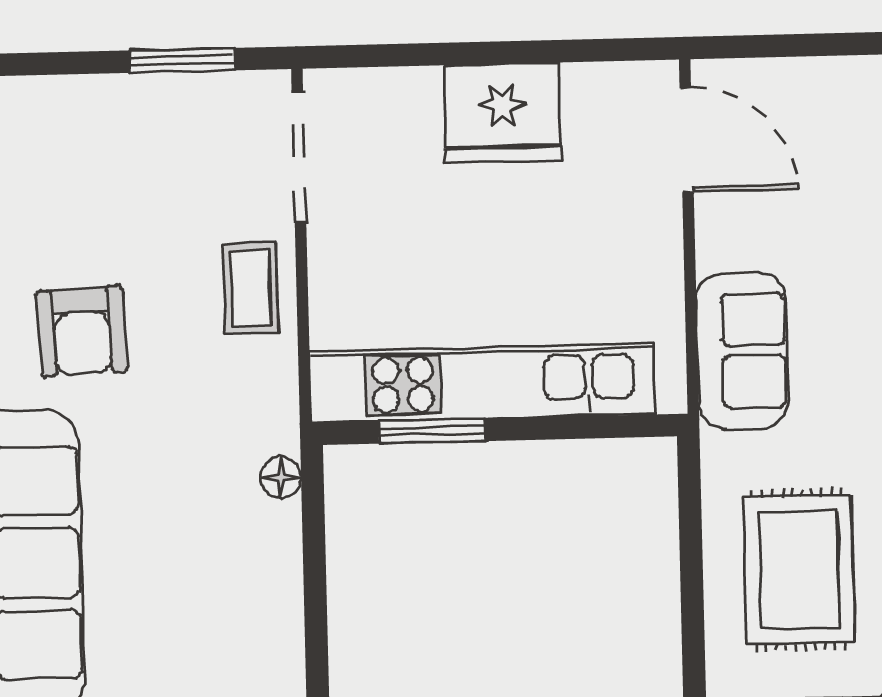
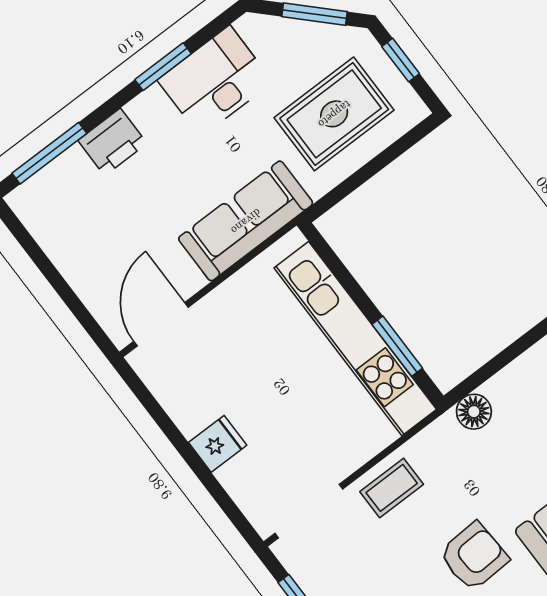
fridge: (502, 113) -> (218, 444), width x0.53, depth x0.75
sofa: (742, 351) -> (246, 221), width x1.36
floor lamp: (281, 477) -> (474, 412), width x1.37, depth x1.37

